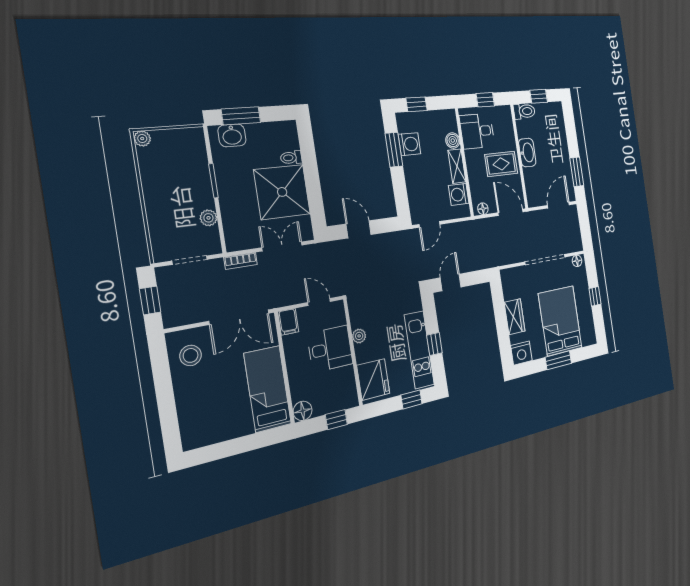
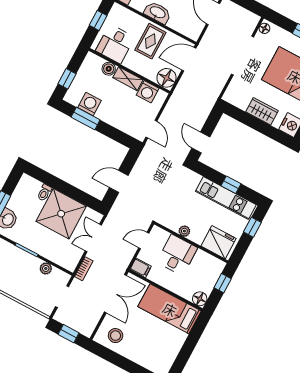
floor lamp: (483, 209) -> (167, 78), width x1.89, depth x1.89

